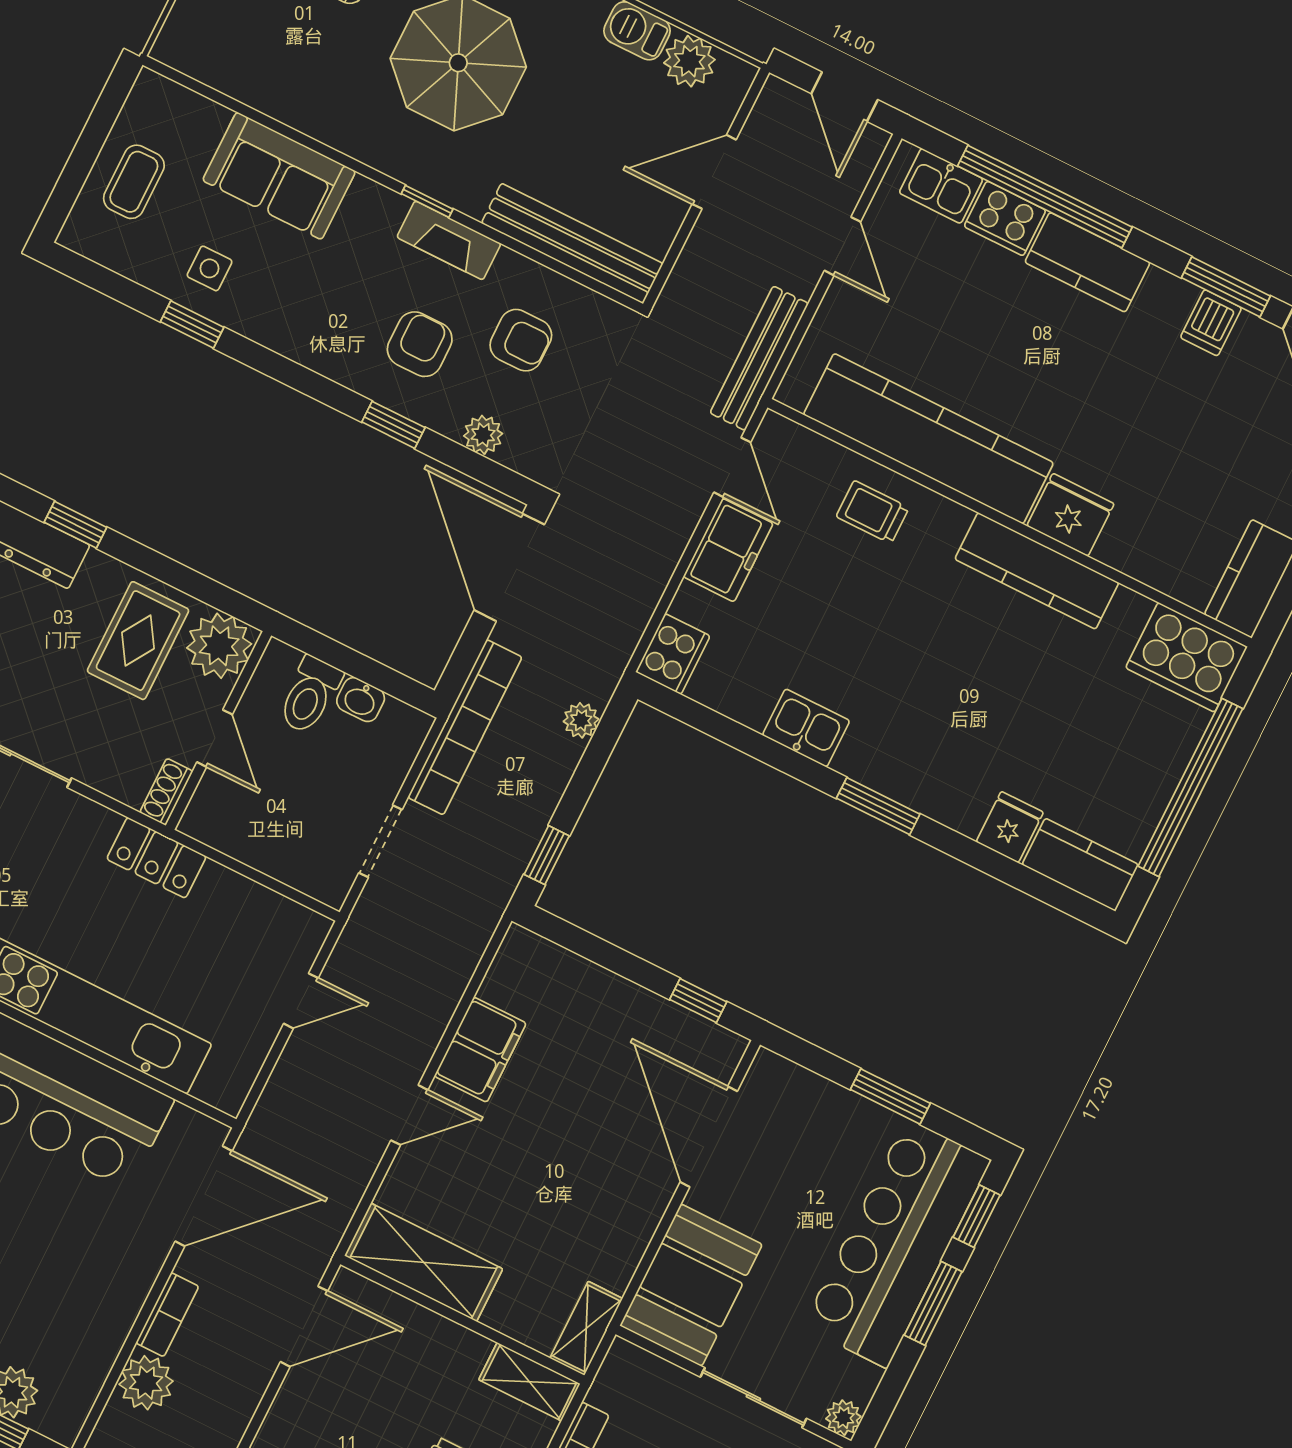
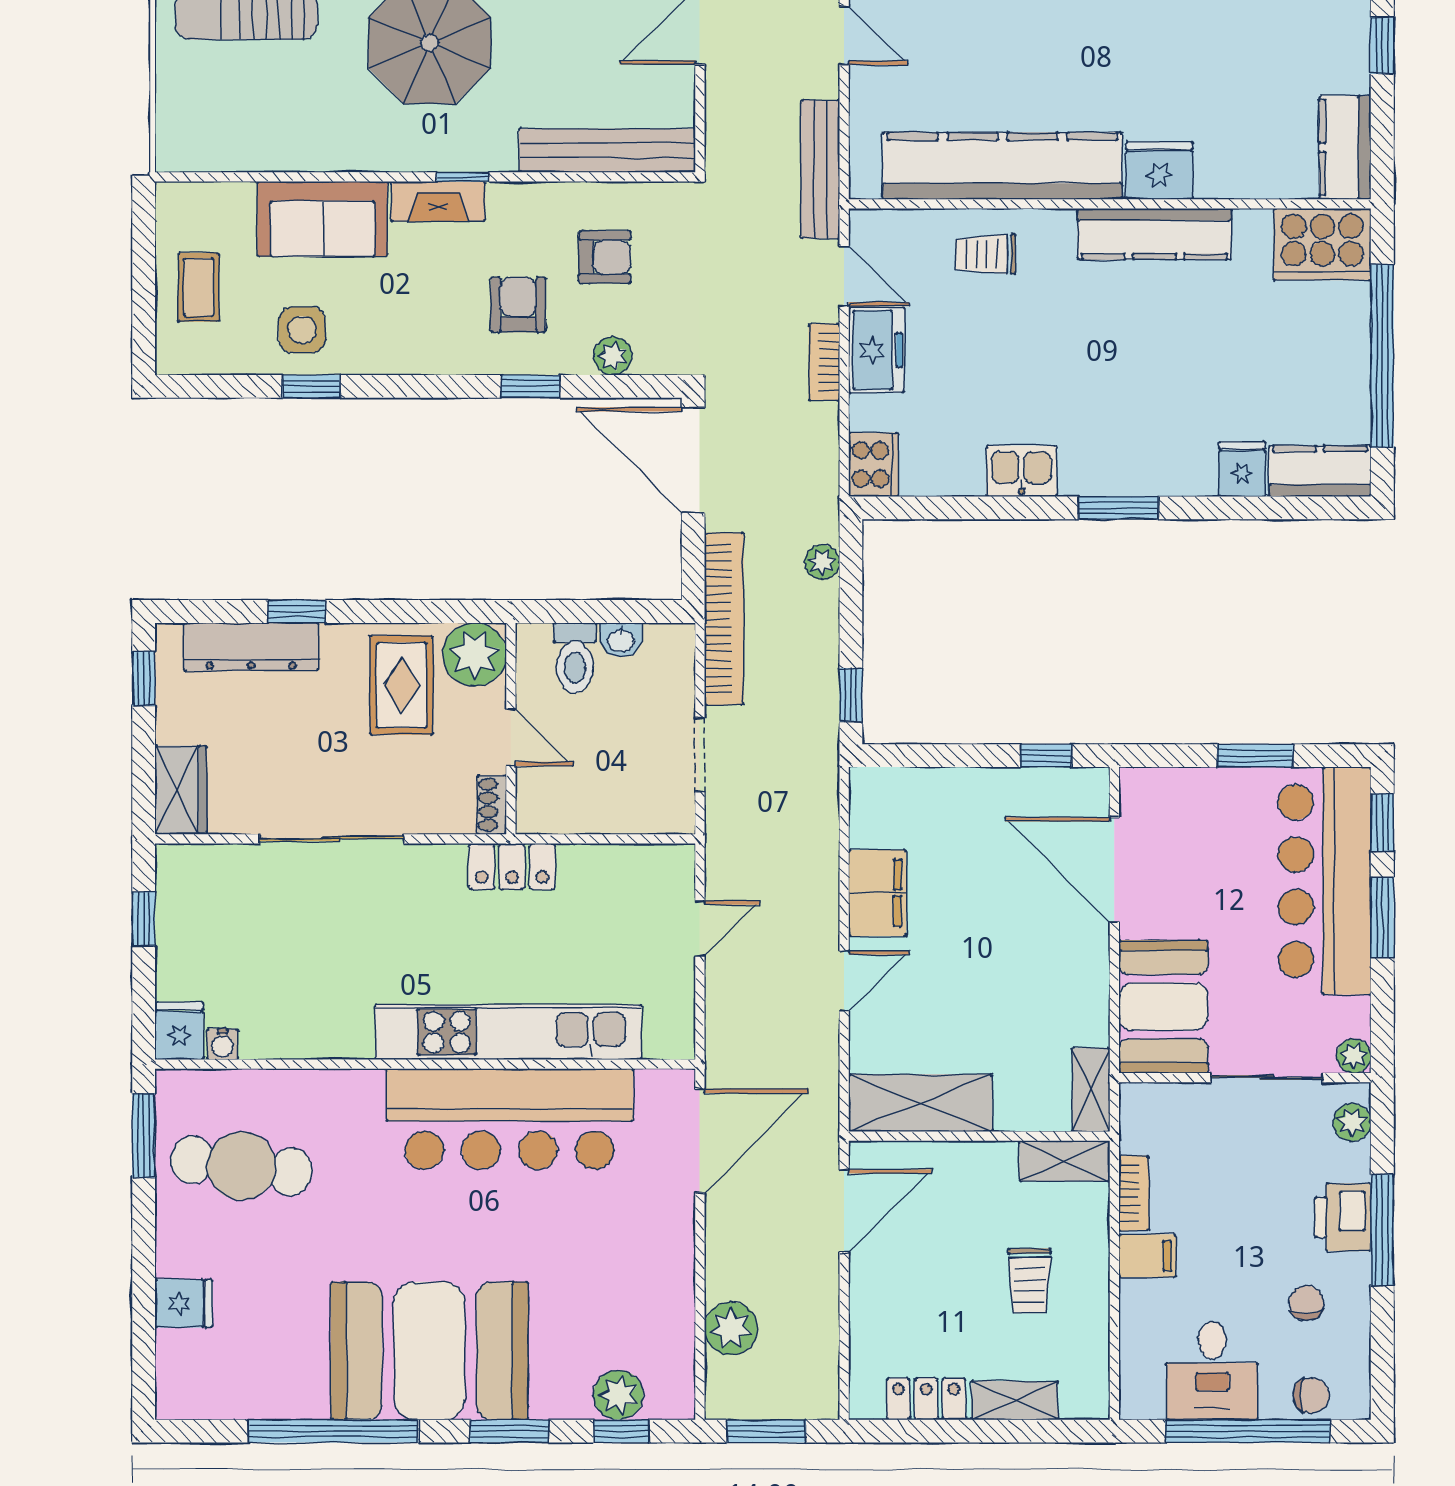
fireplace: (449, 240) -> (438, 201), moved
side table: (210, 268) -> (302, 330), width x1.37, depth x1.37
bookcase: (167, 1315) -> (824, 362), moved, turned 180

